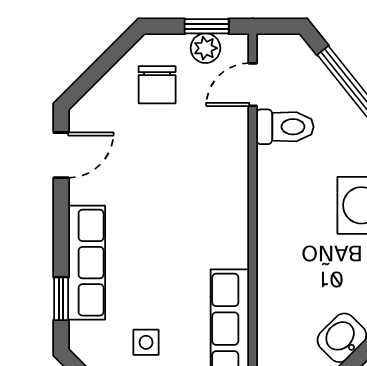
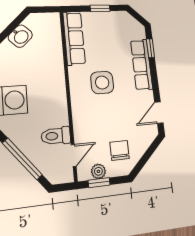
side table: (146, 342) -> (102, 83), moved, width x1.87, depth x1.87

